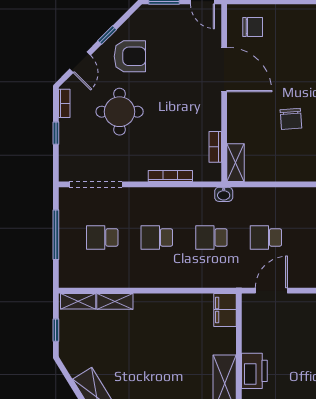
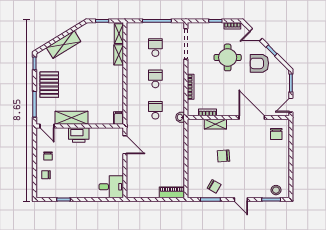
armchair: (130, 56) -> (259, 63), turned 90
door: (224, 70) -> (252, 118), swing flipped
shelving: (235, 163) -> (215, 124), moved
school desk: (266, 237) -> (155, 142), removed
filing cabinet: (225, 310) -> (119, 118), width x0.50

